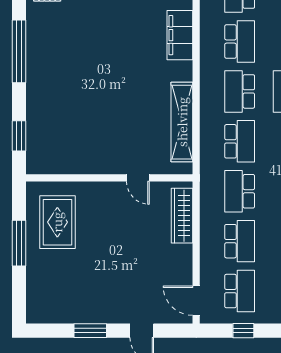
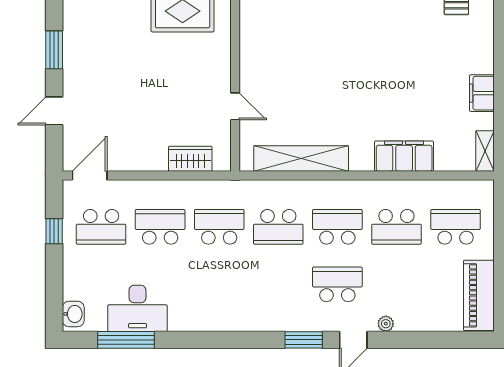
door: (138, 178) -> (235, 106), swing flipped
wardrobe: (182, 216) -> (190, 159), width x0.67
school desk: (240, 241) -> (160, 227), turned 180

